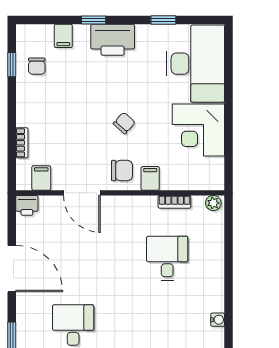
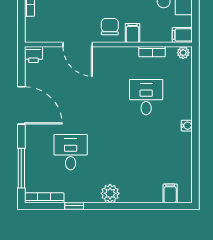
chair: (122, 171) -> (110, 27), turned -90
filing cabinet: (41, 178) -> (182, 35), moved, turned -90
water cooler: (218, 320) -> (187, 126), moved

